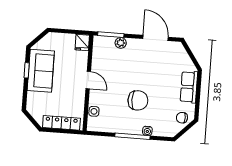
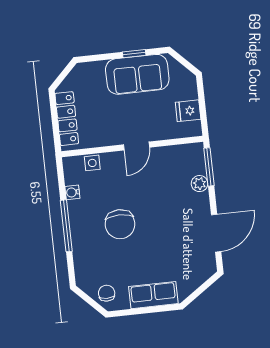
fridge: (82, 42) -> (188, 111), moved
water cooler: (147, 131) -> (72, 192), moved

